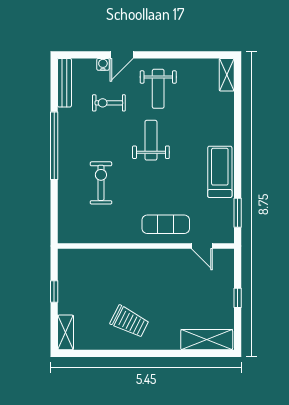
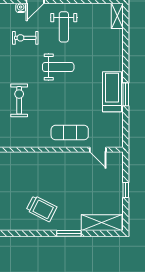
weight bench: (151, 140) -> (58, 67), turned 90
window: (238, 213) -> (126, 94), moved
window: (165, 353) -> (69, 233), added

